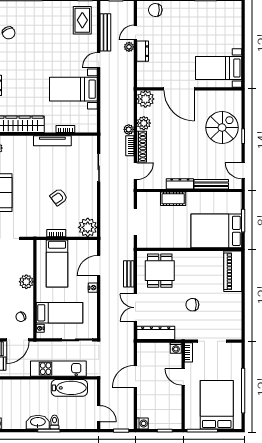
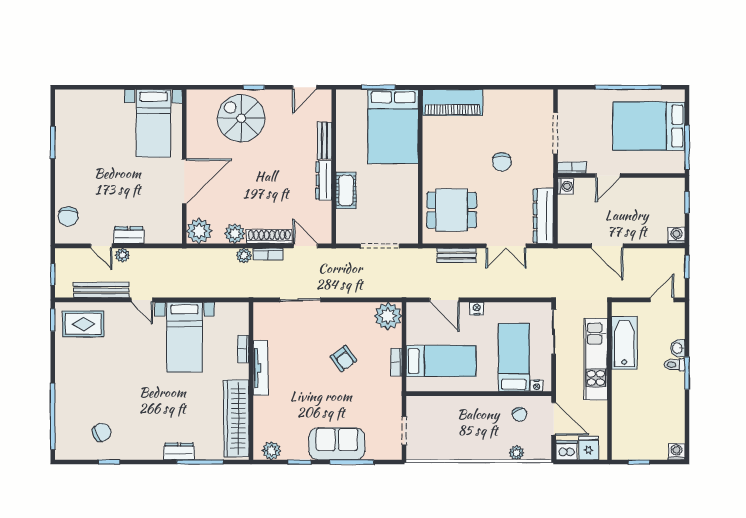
bench: (211, 184) -> (325, 141), width x0.73
plant: (26, 282) -> (468, 406), removed
washbasin: (38, 422) -> (678, 348), moved, width x0.52, depth x0.69

